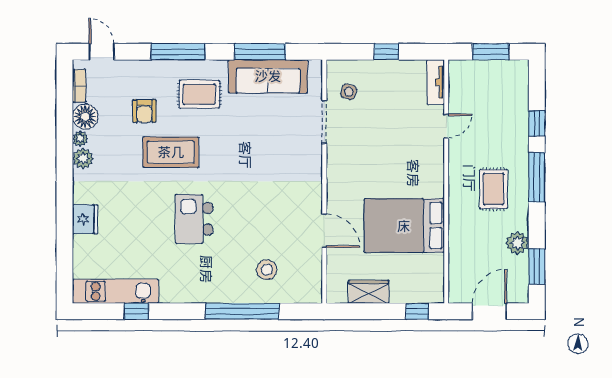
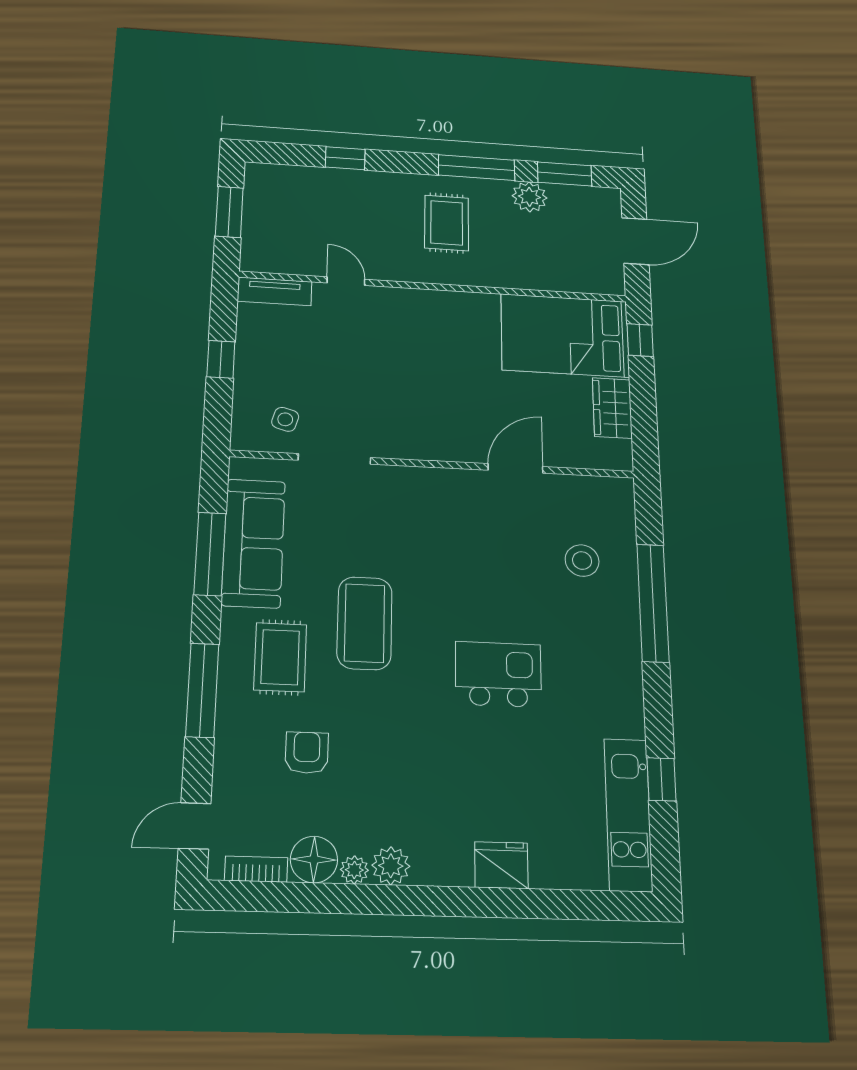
armchair: (144, 111) -> (307, 753), turned -90
coffee table: (171, 152) -> (365, 623), moved
window: (537, 177) -> (477, 168), moved
rug: (493, 189) -> (447, 223), turned 90
kitchen island: (194, 219) -> (498, 674), turned 180
bed: (404, 226) -> (565, 335), moved, turned 90
door: (489, 311) -> (635, 241), swing flipped

